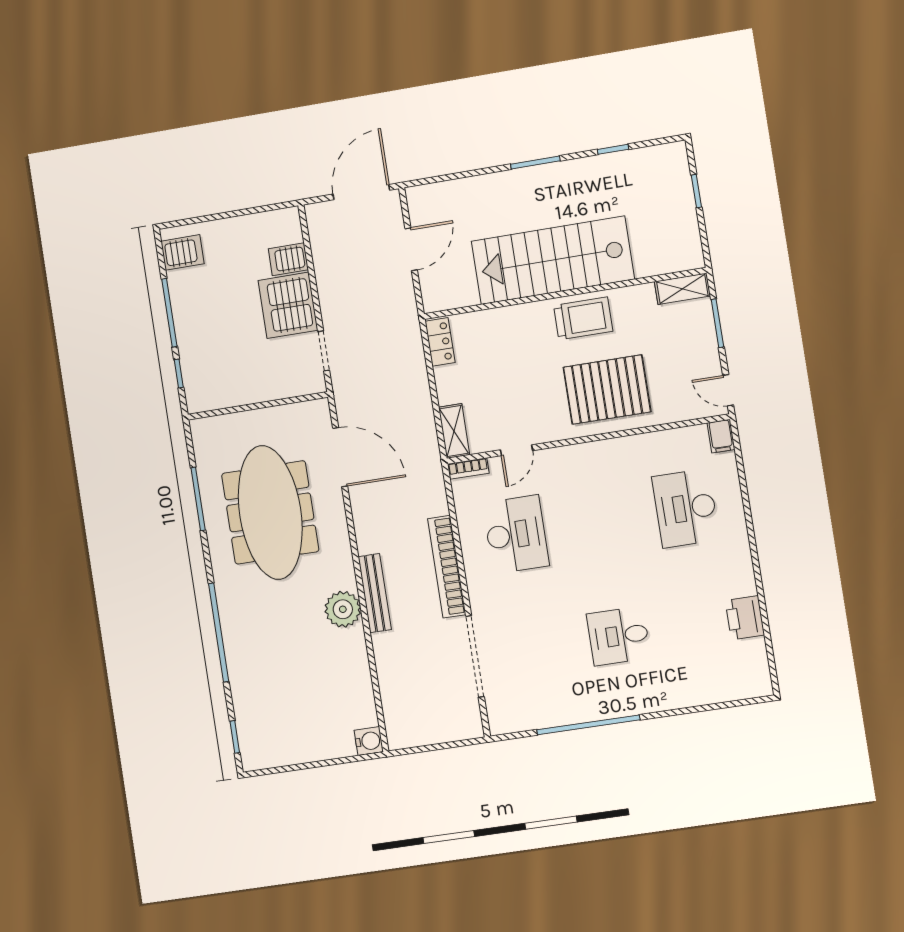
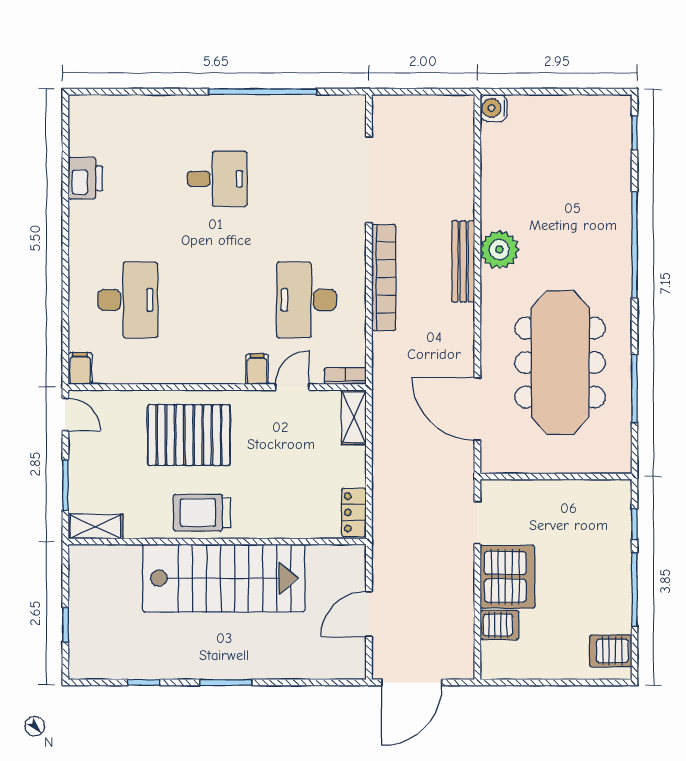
filing cabinet: (552, 462) -> (257, 369), added

